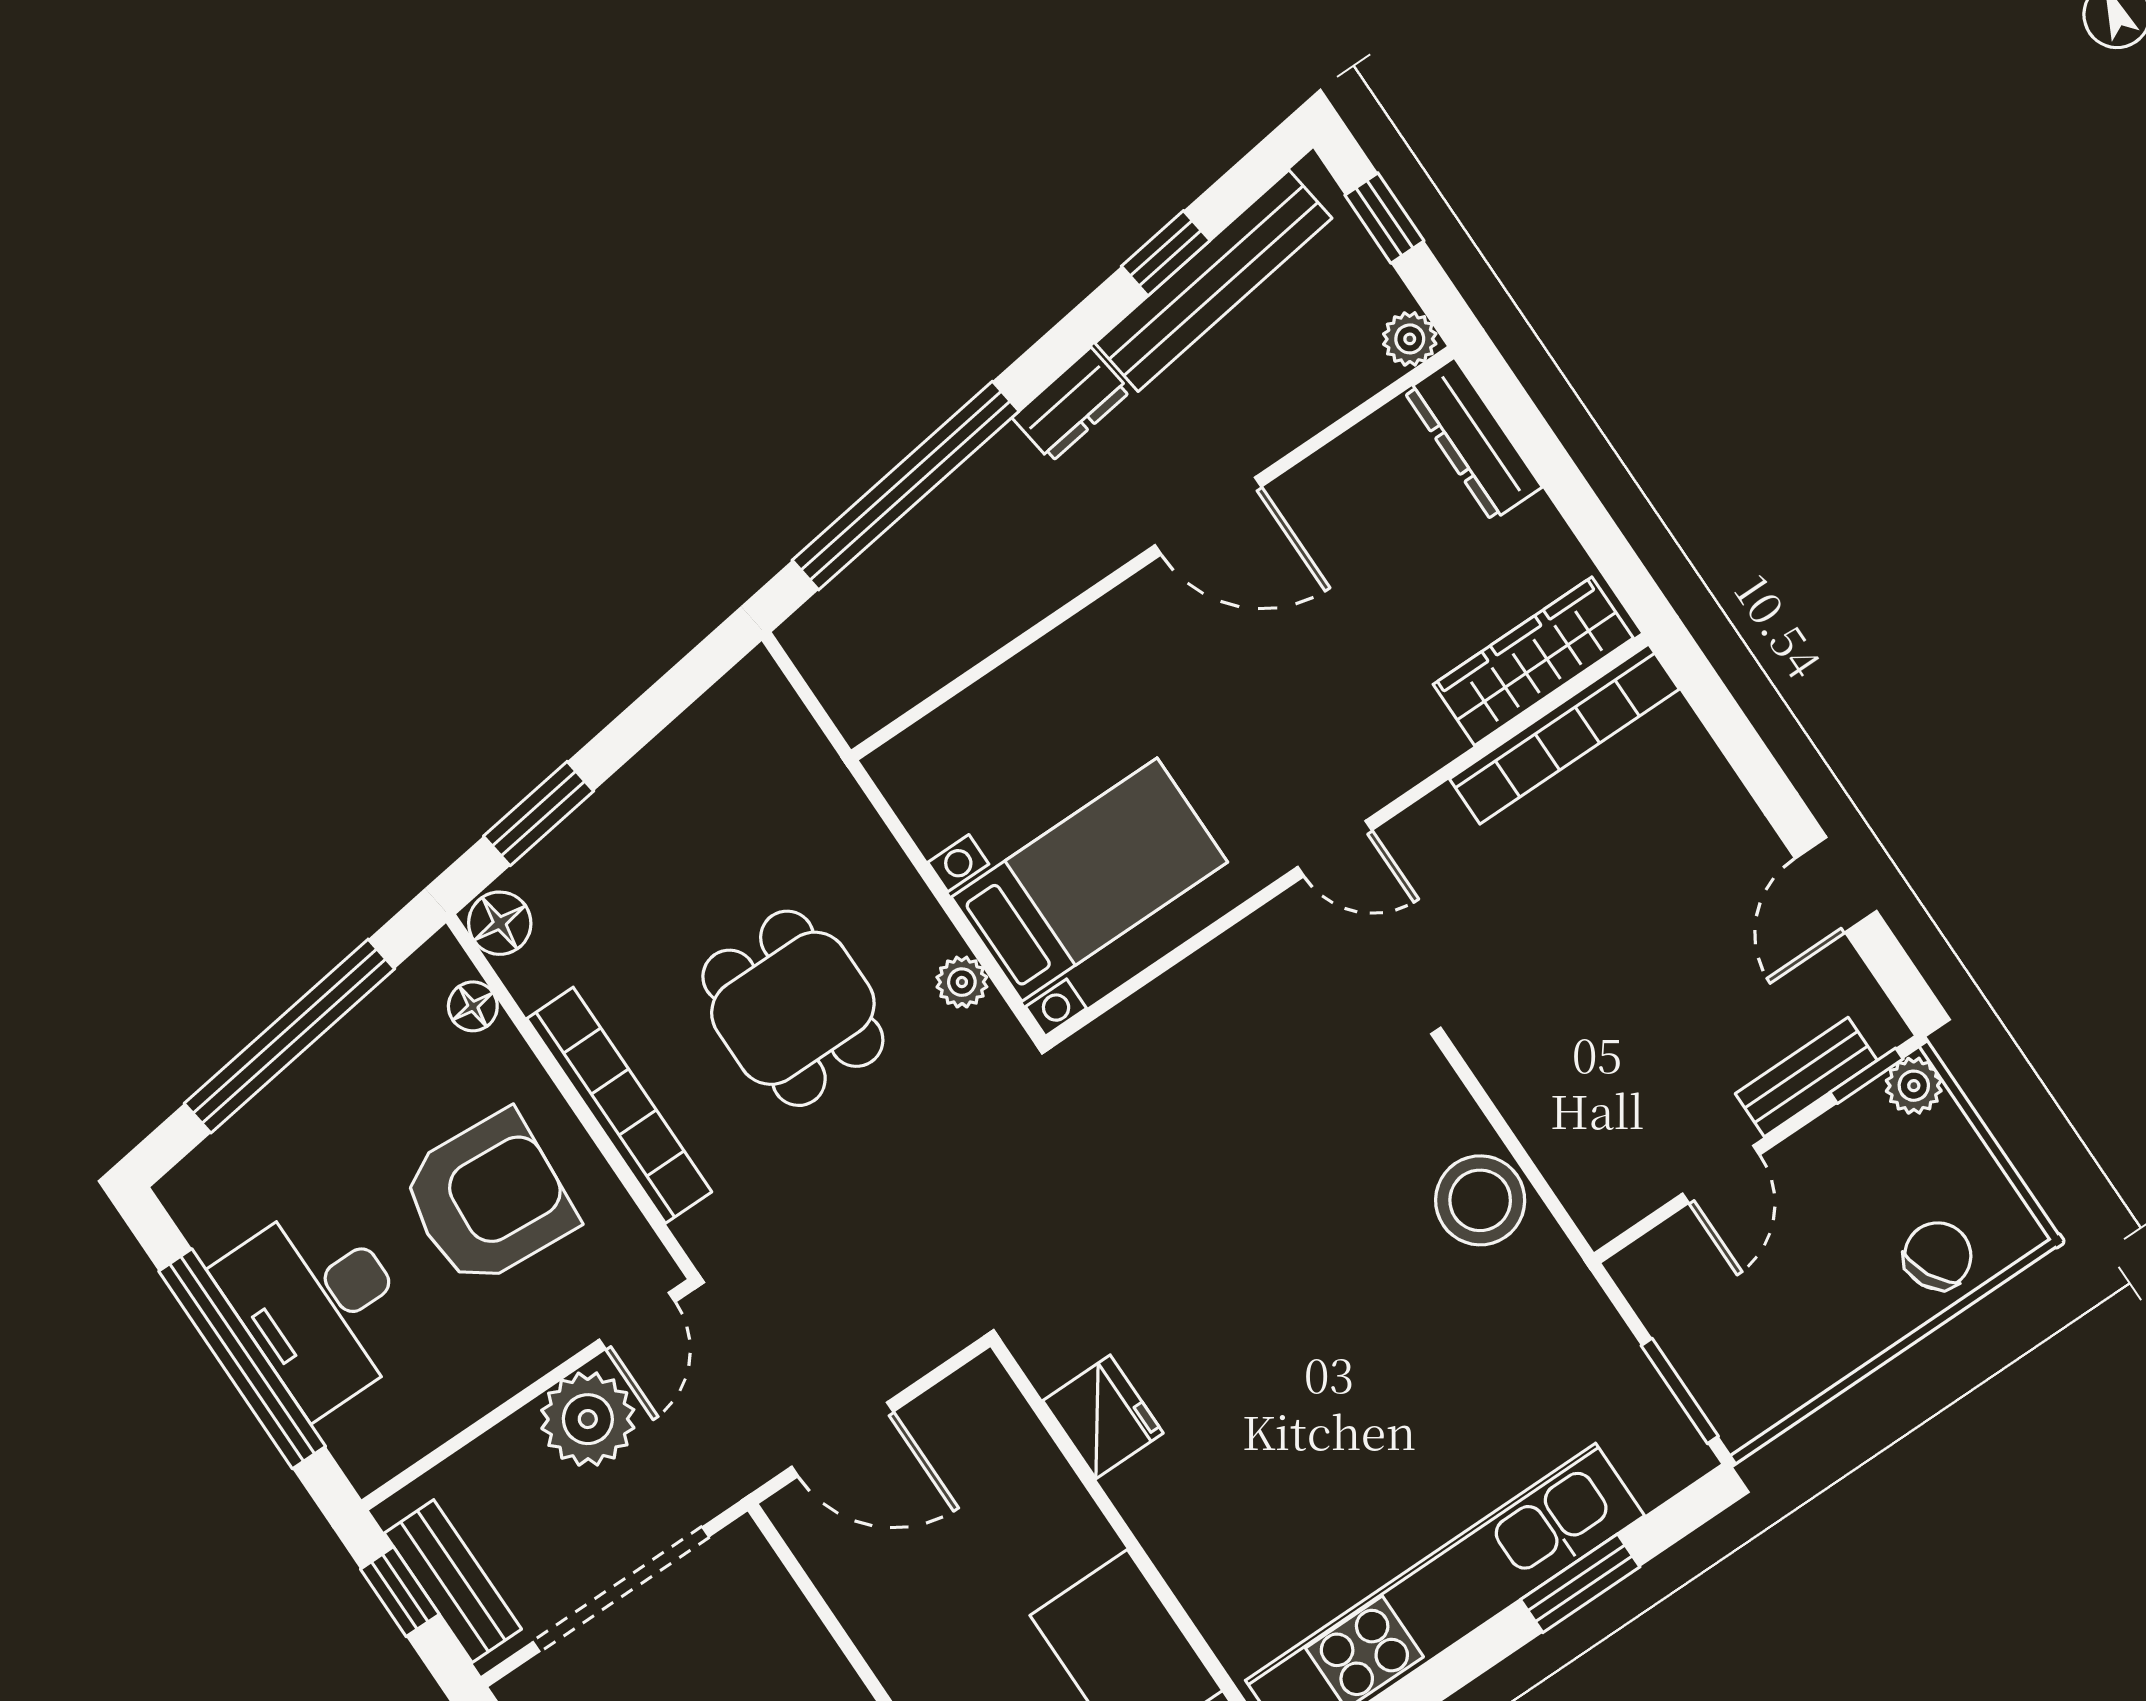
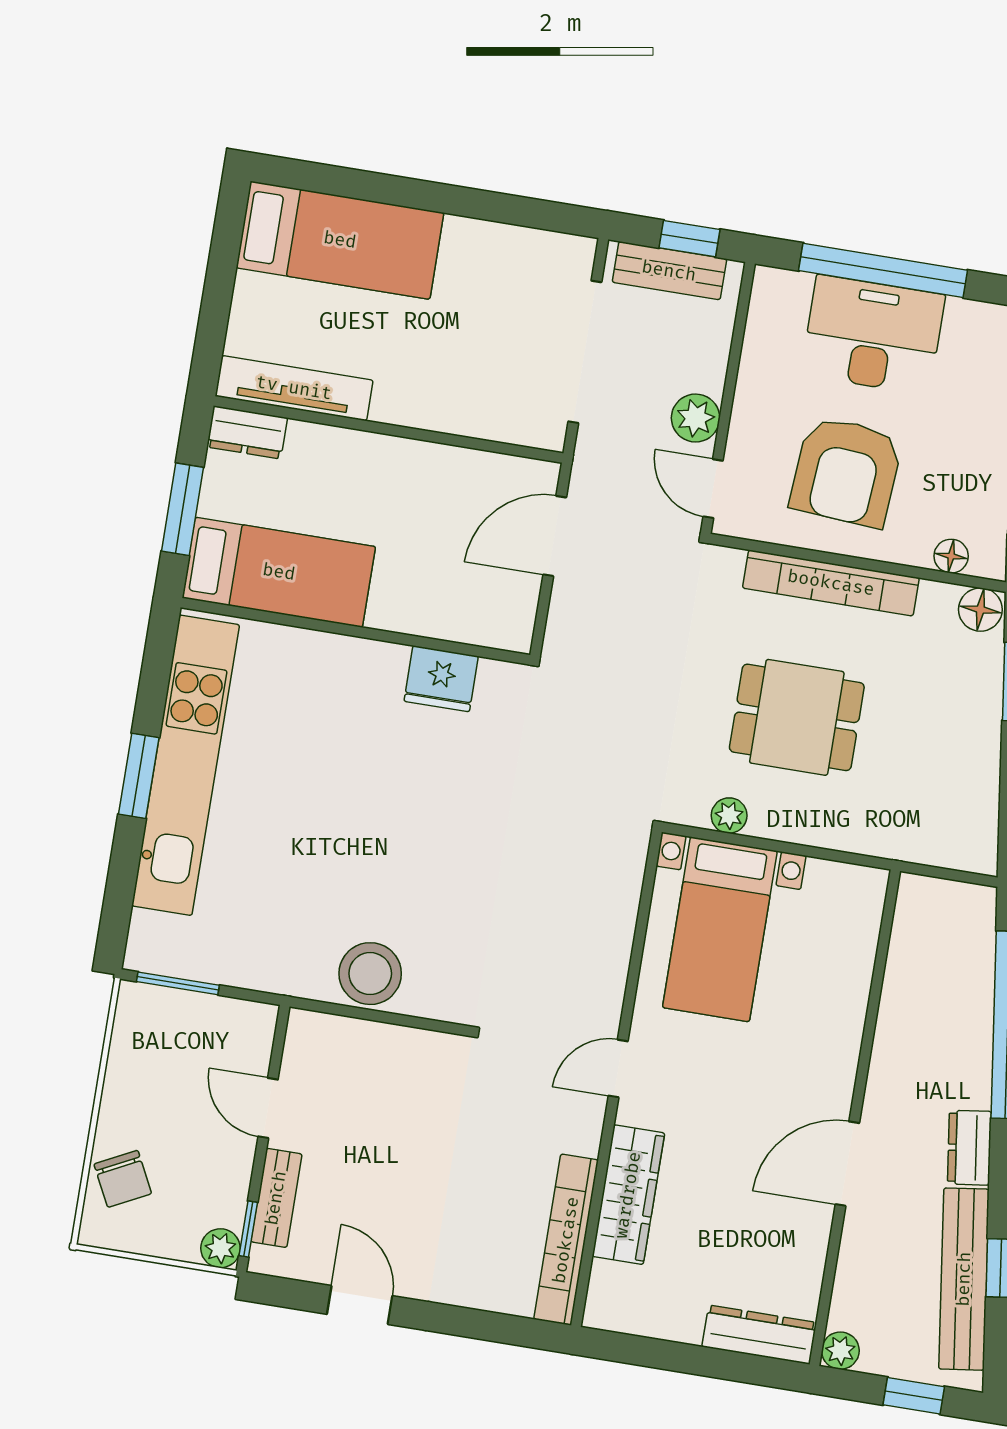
wardrobe: (1533, 661) -> (628, 1195), moved
plant: (588, 1419) -> (696, 418), width x0.73, depth x0.73
window: (1580, 1583) -> (139, 776), moved

